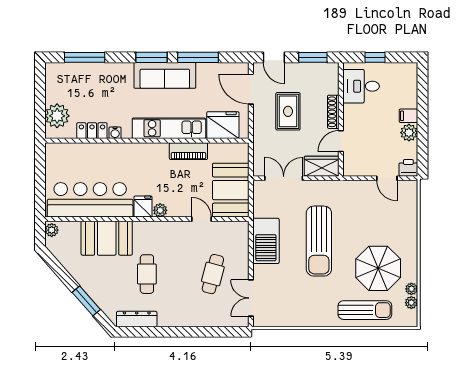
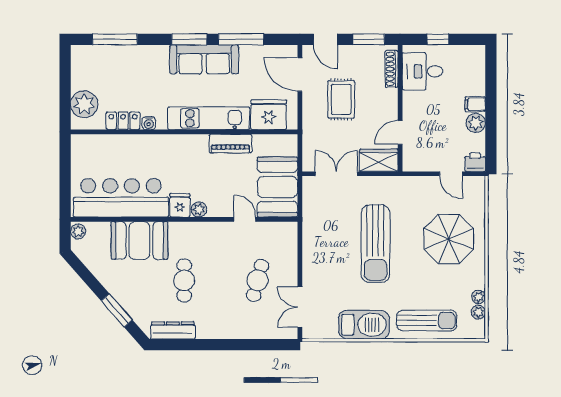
shoe rack: (333, 112) -> (392, 69), moved
barbecue: (266, 241) -> (364, 325), moved, turned -90
parasol: (378, 268) -> (449, 239), moved

